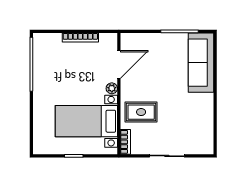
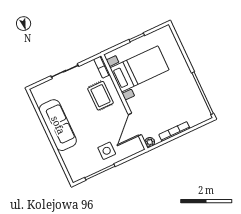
side table: (162, 51) -> (107, 151), added
sofa: (201, 63) -> (58, 125), moved
plant: (112, 88) -> (150, 142), moved
rug: (141, 112) -> (101, 96), turned 90

